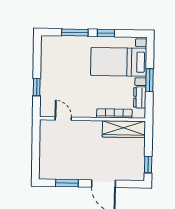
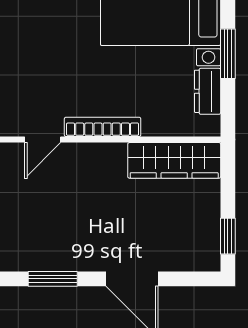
bookcase: (114, 113) -> (103, 127), moved
door: (63, 119) -> (43, 140), swing flipped

